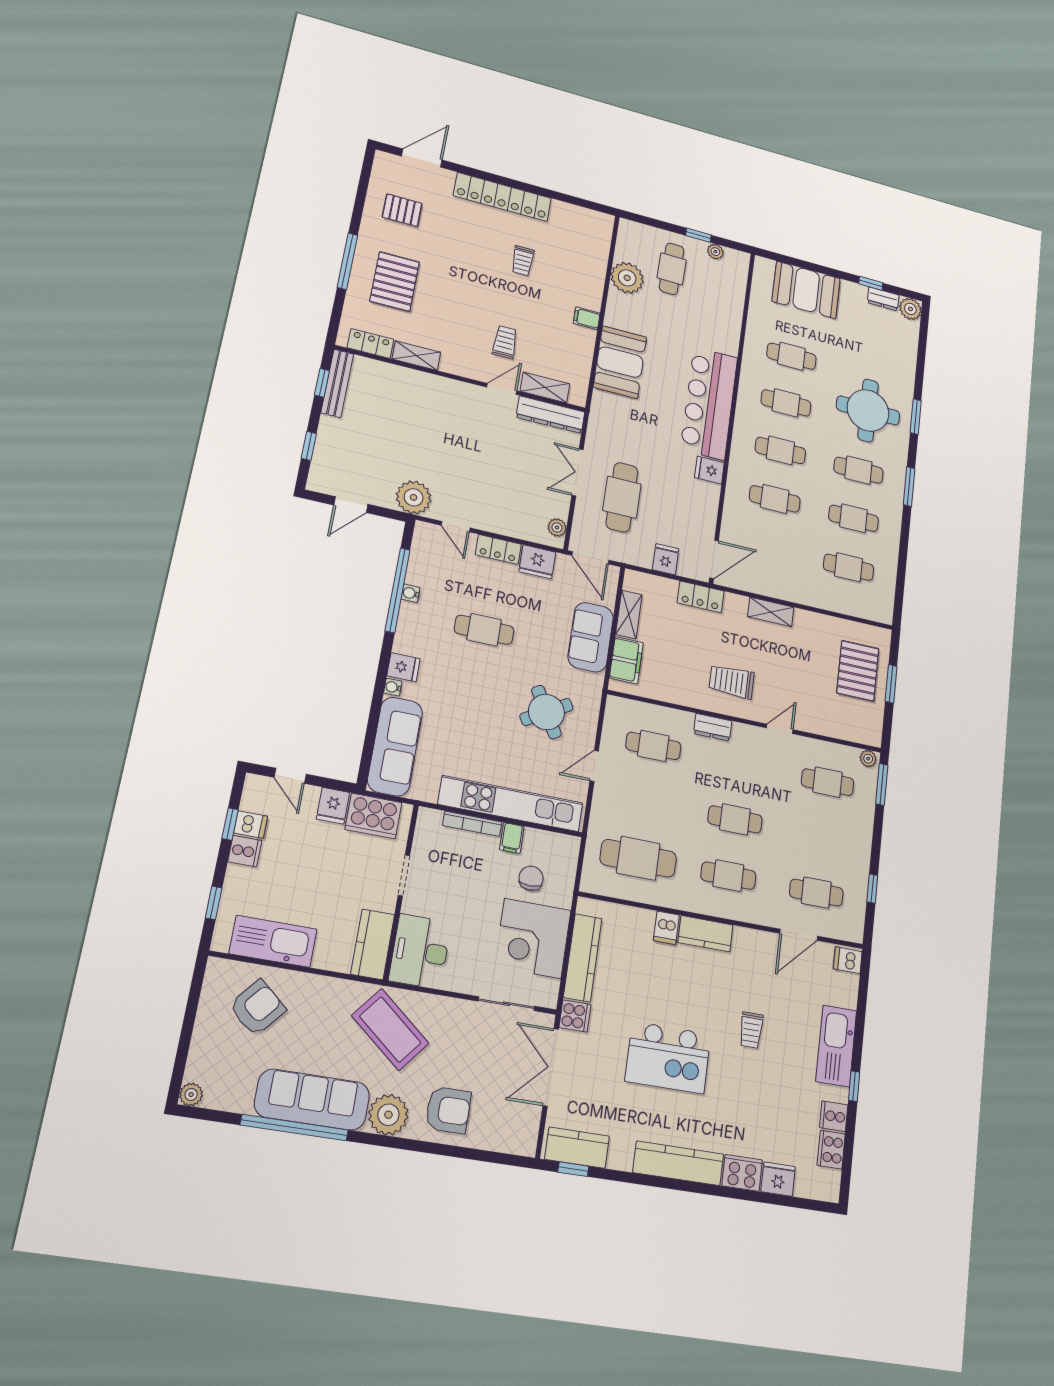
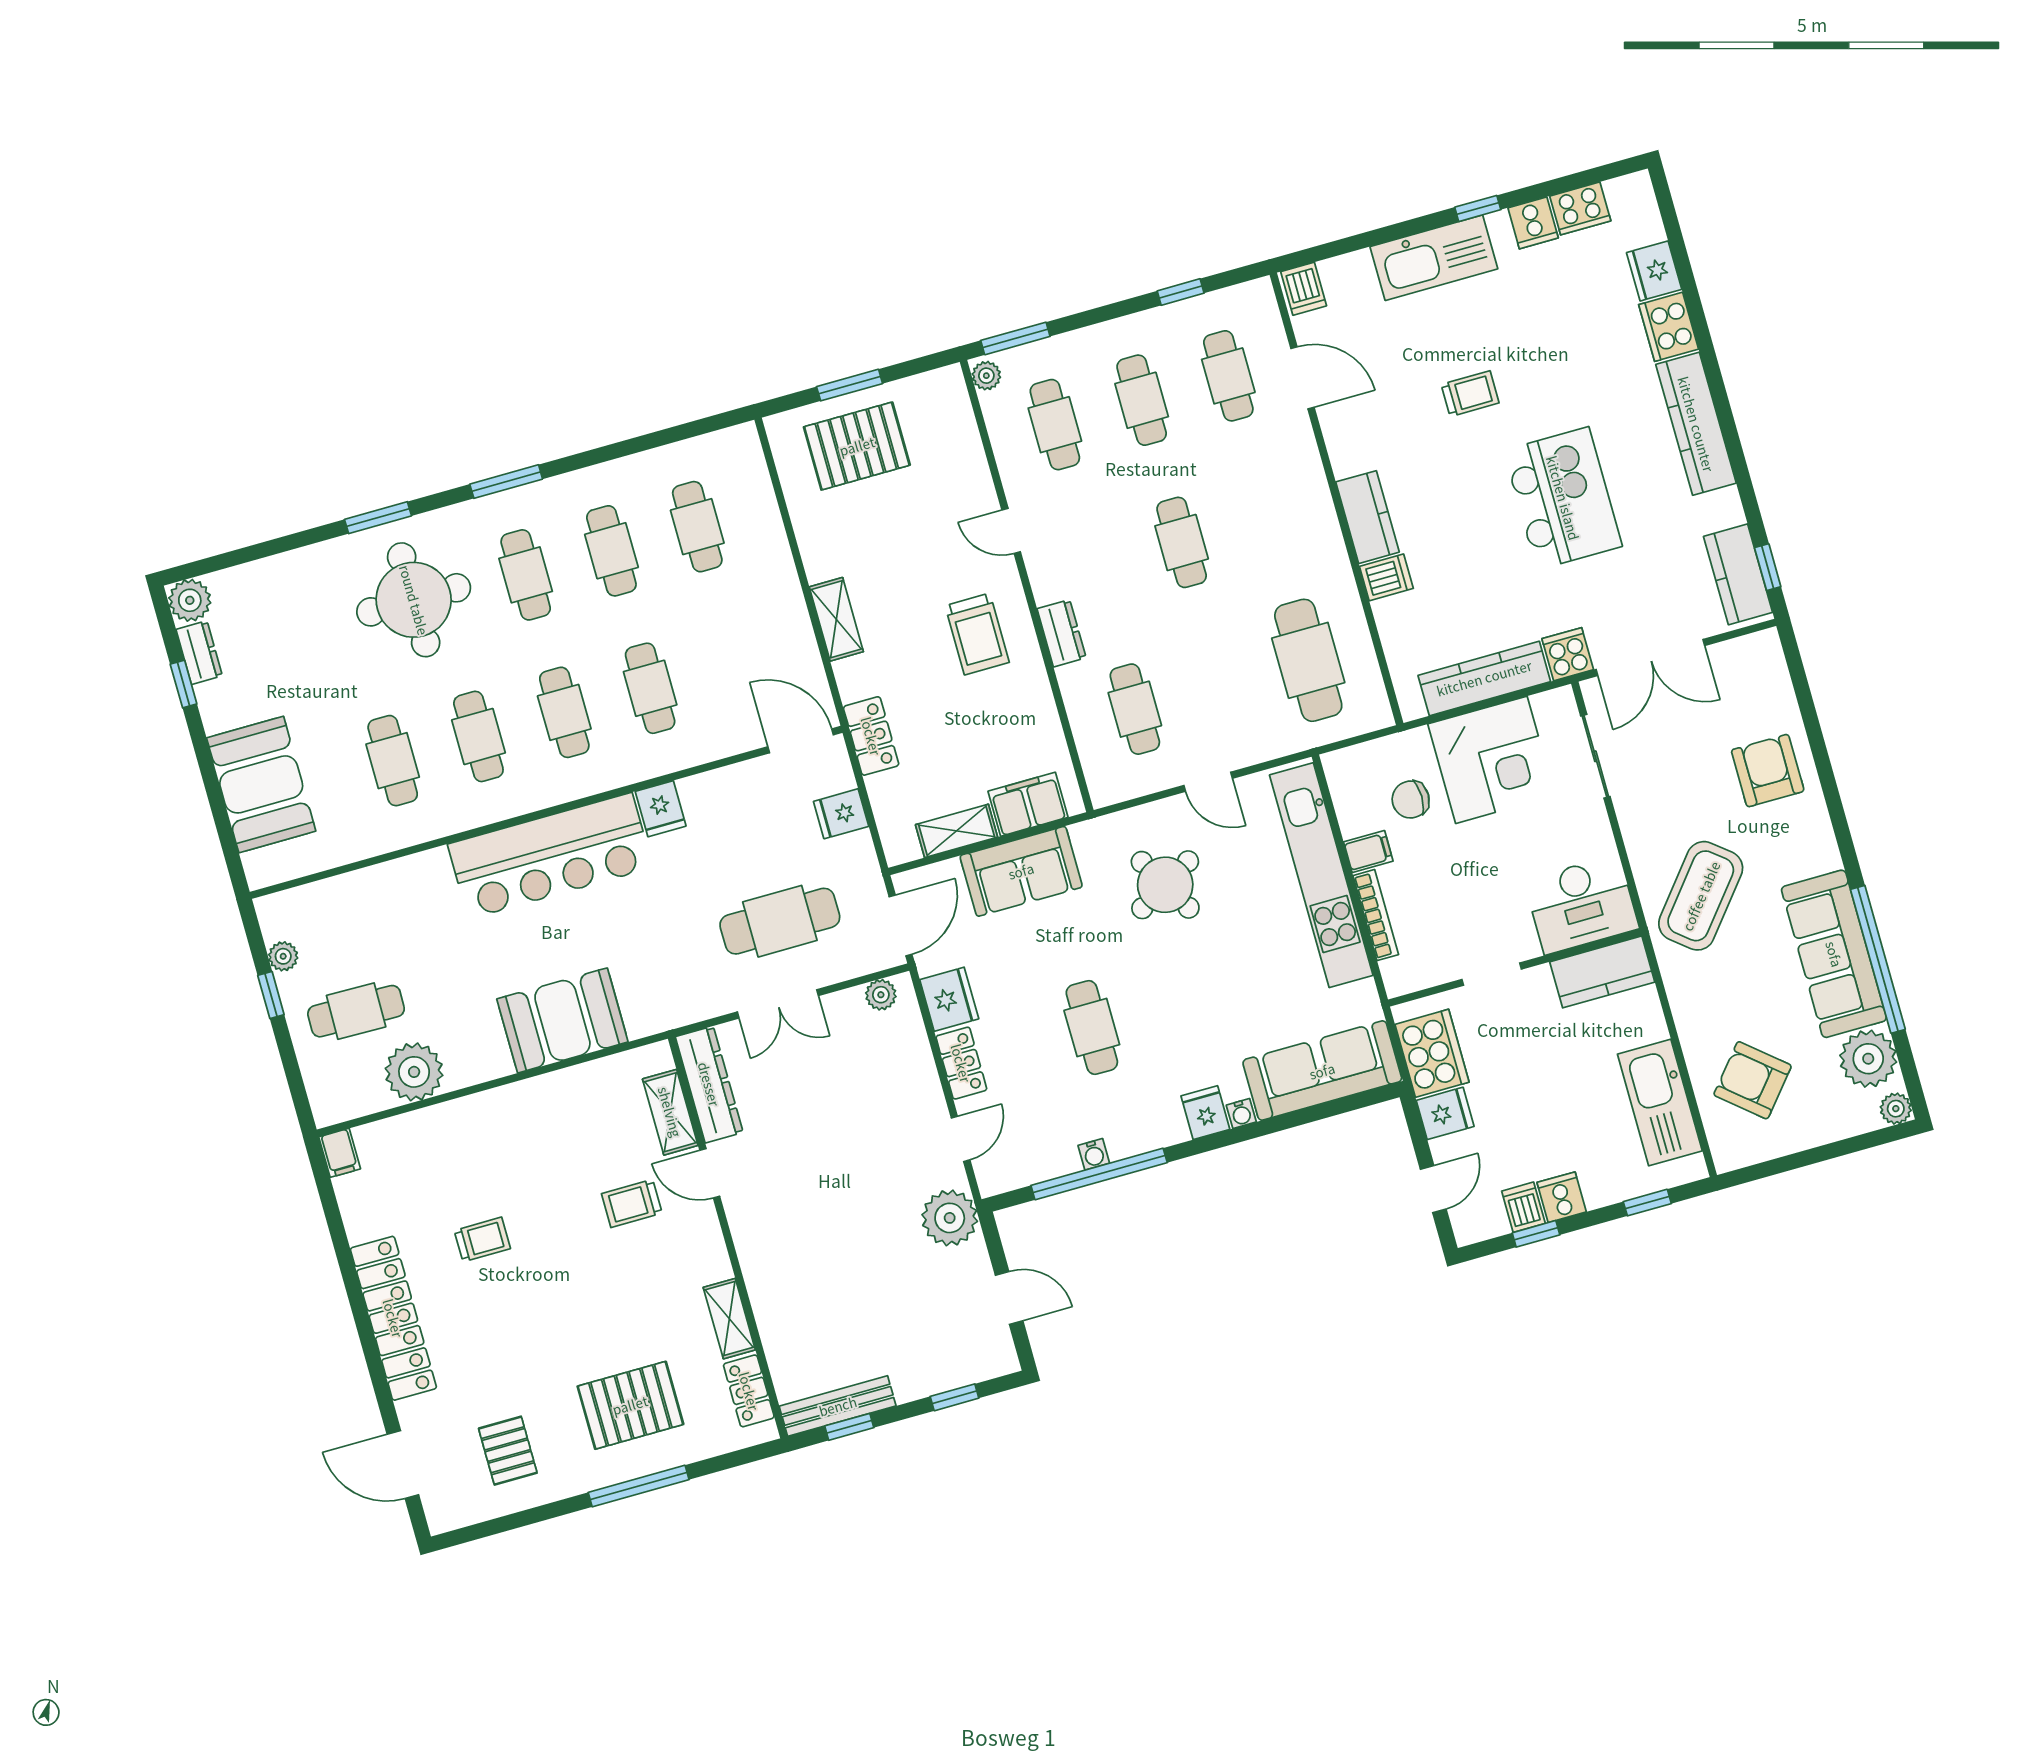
filing cabinet: (587, 318) -> (340, 1153), moved
cafe table: (728, 876) -> (1142, 400), moved
plant: (388, 1115) -> (1868, 1059), moved

